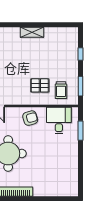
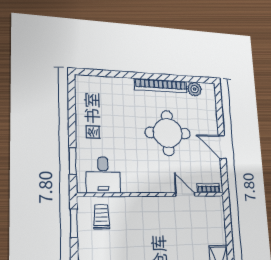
pallet: (40, 85) -> (131, 223), removed
armchair: (30, 118) -> (142, 178), removed

